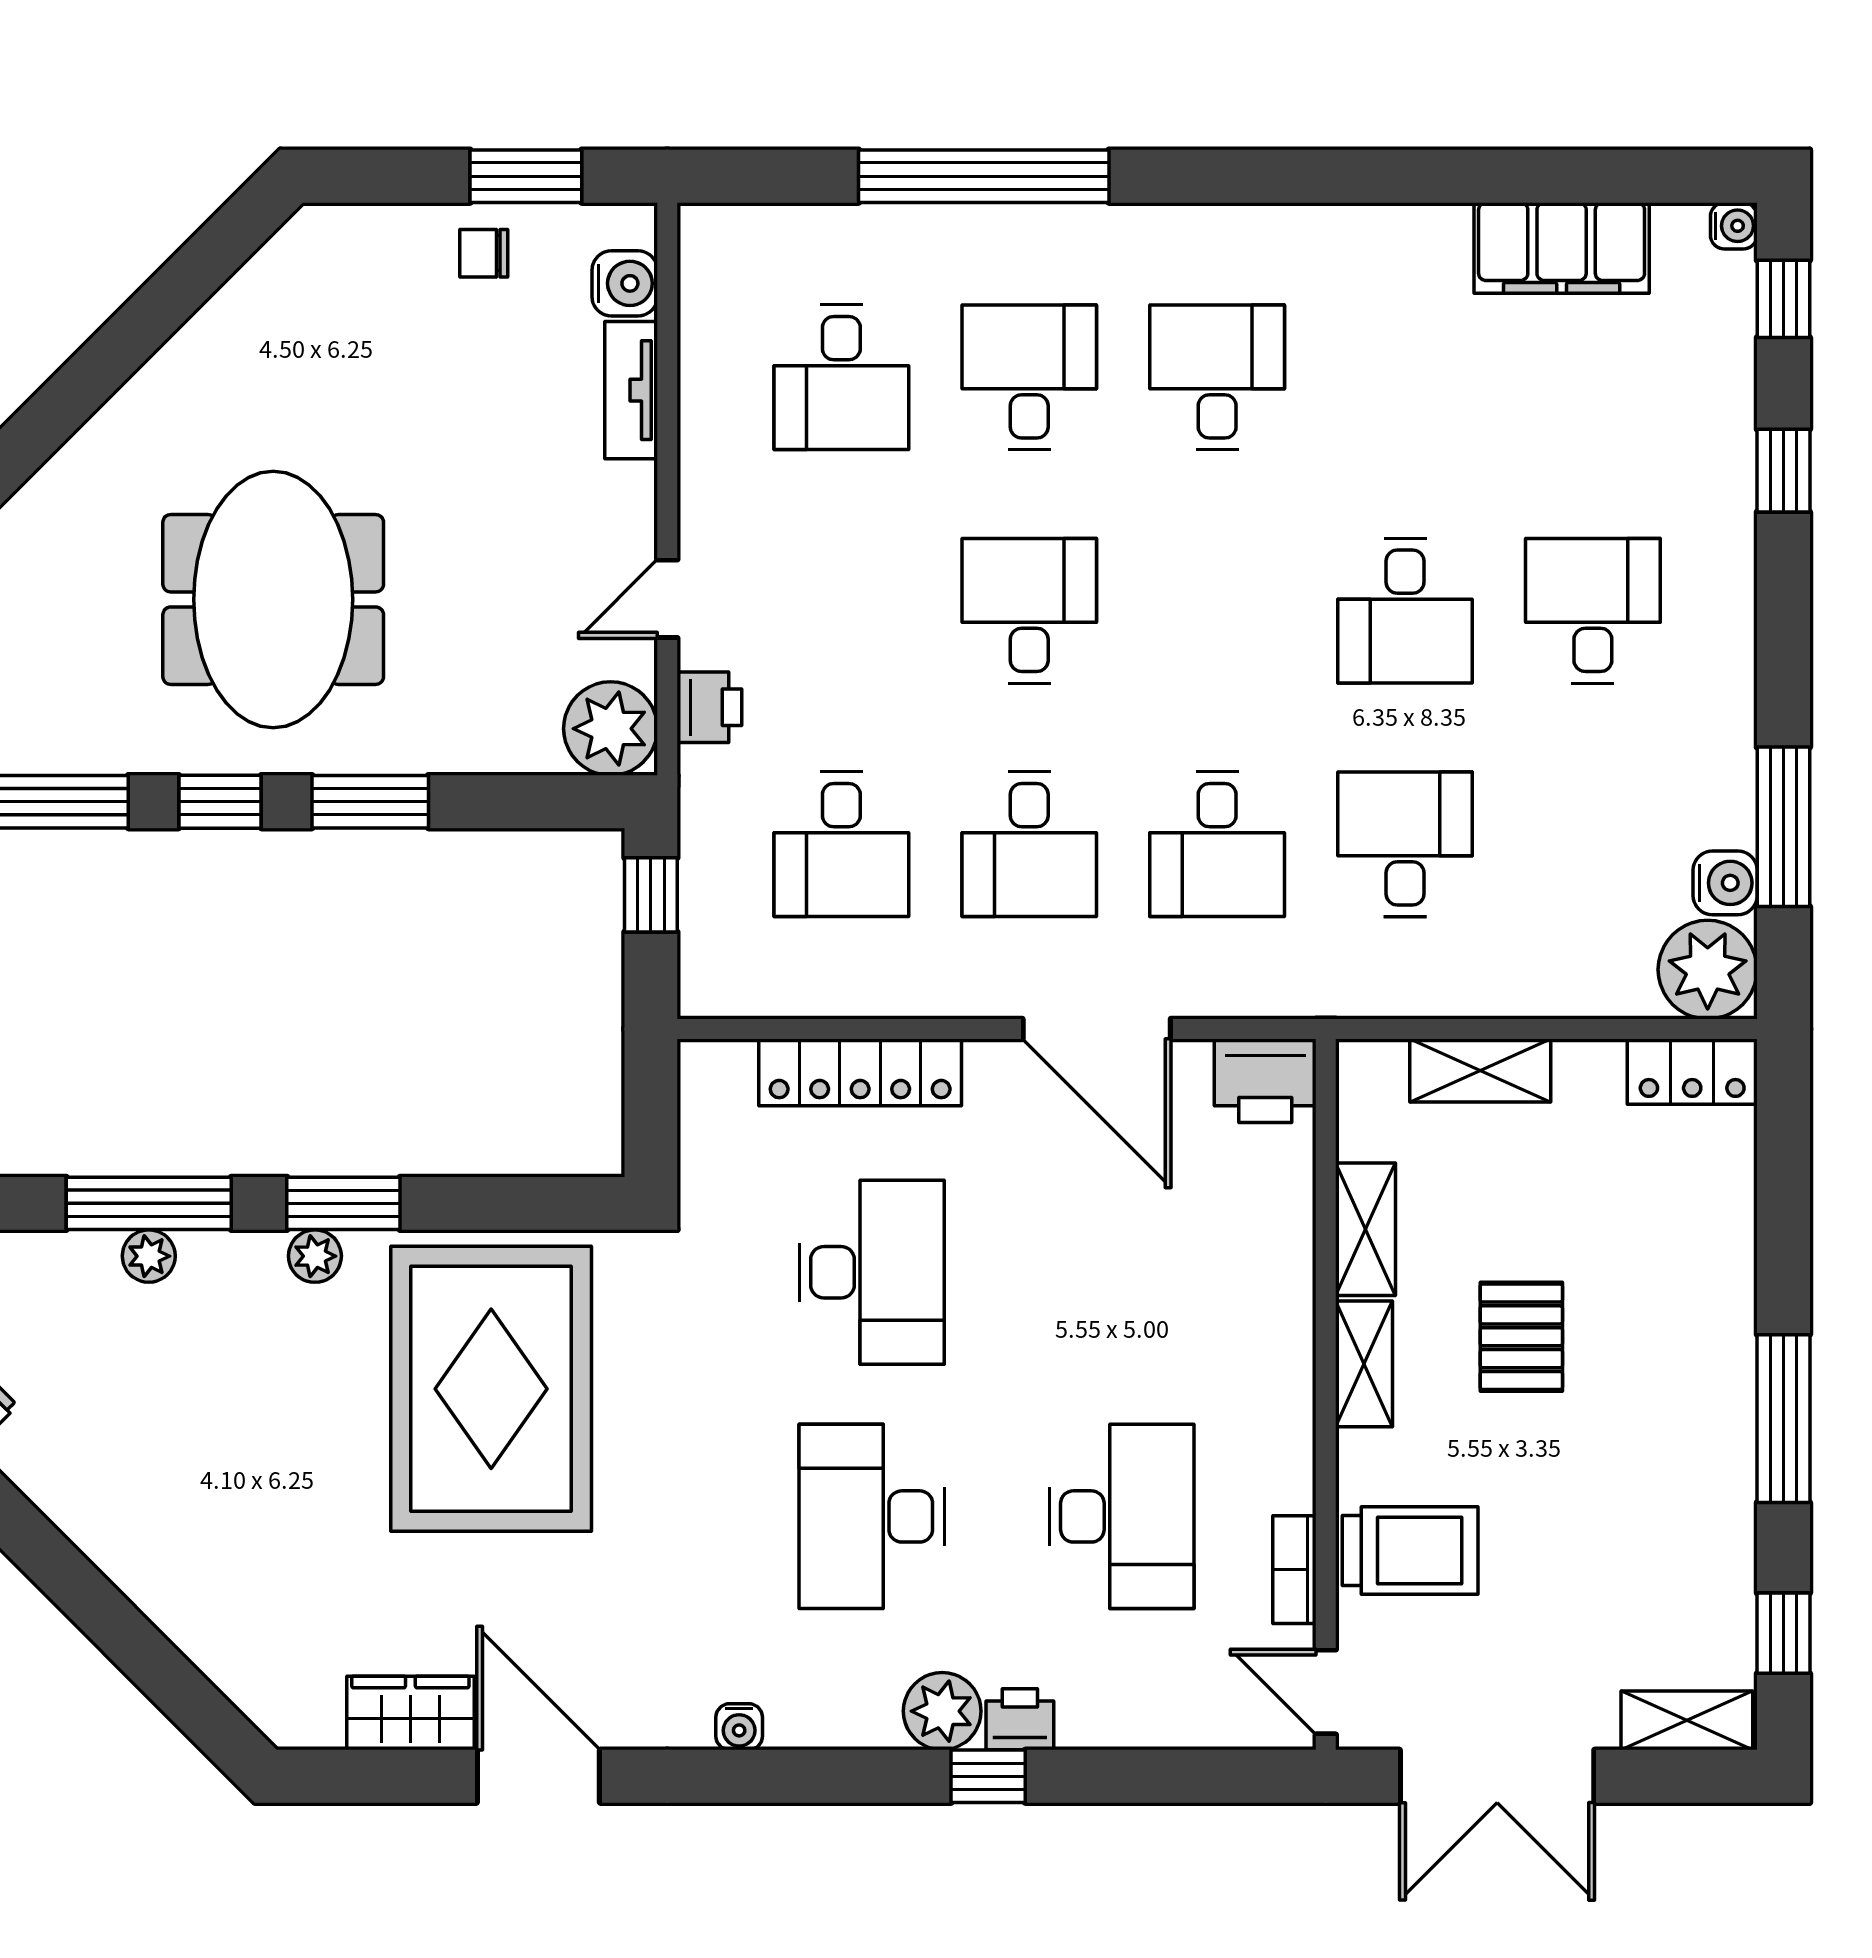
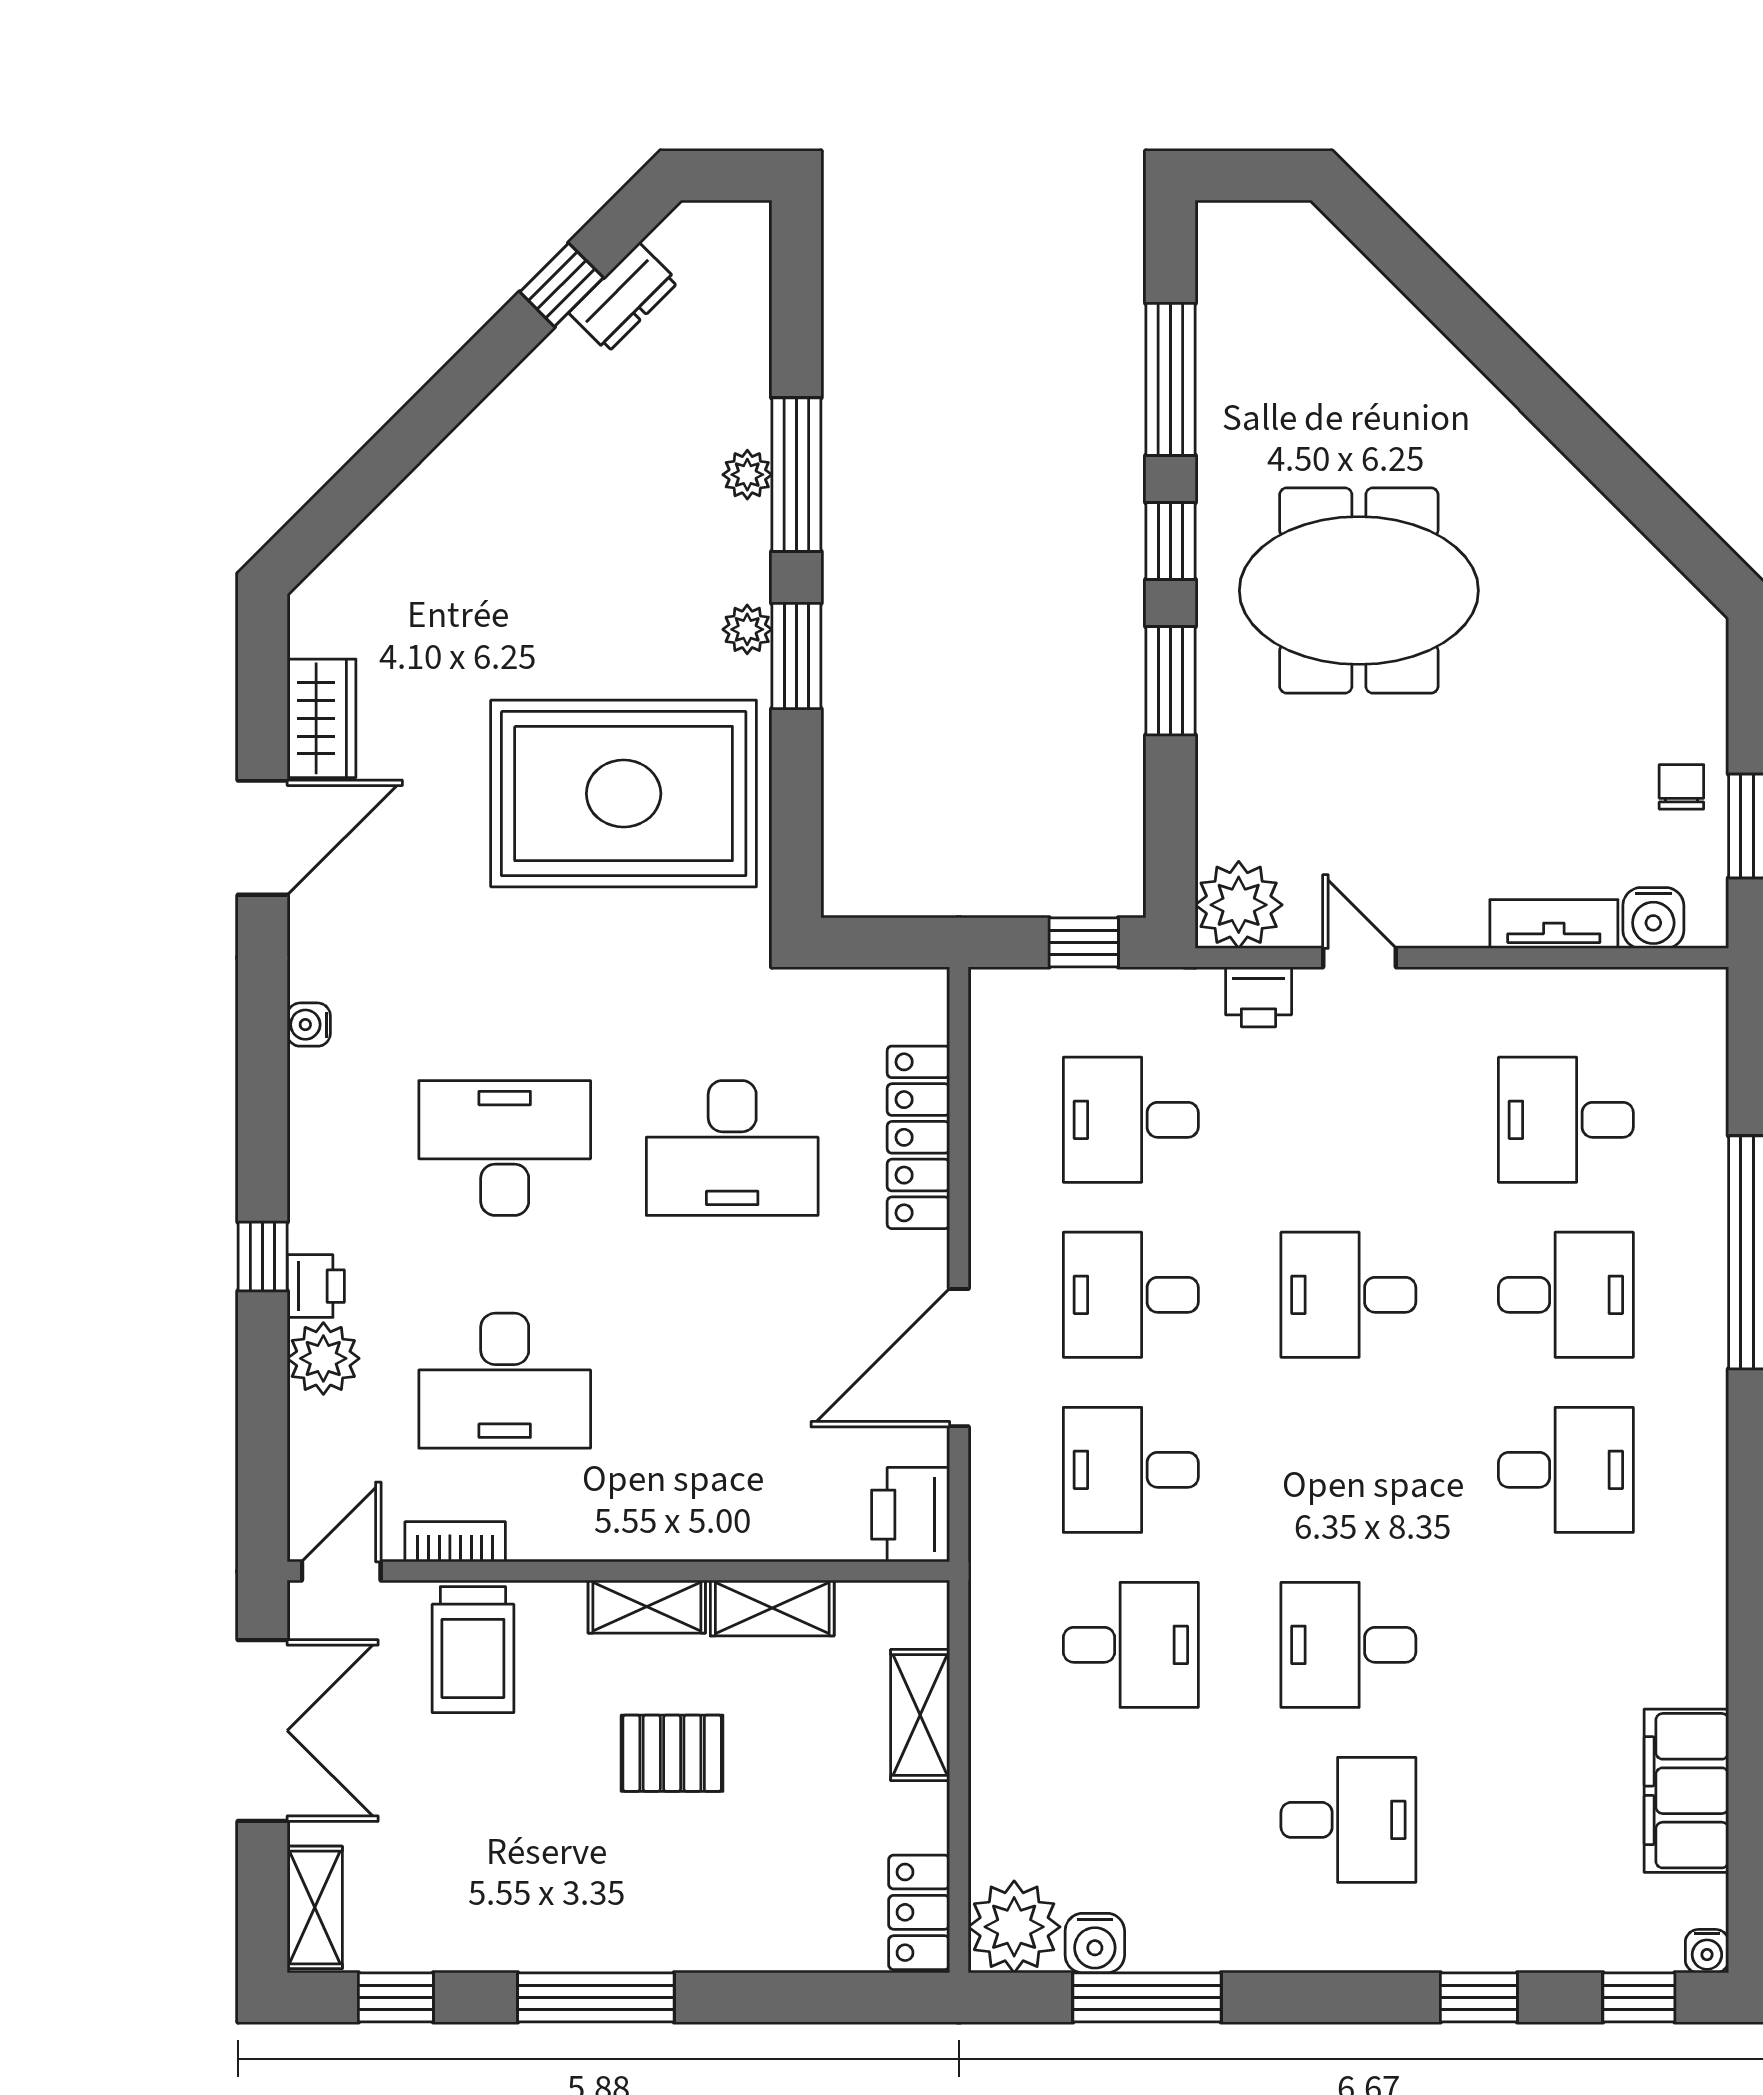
desk: (1029, 611) -> (1348, 1295), turned 180
plant: (942, 1711) -> (323, 1358), moved
double door: (1497, 1776) -> (263, 1731), swing flipped

